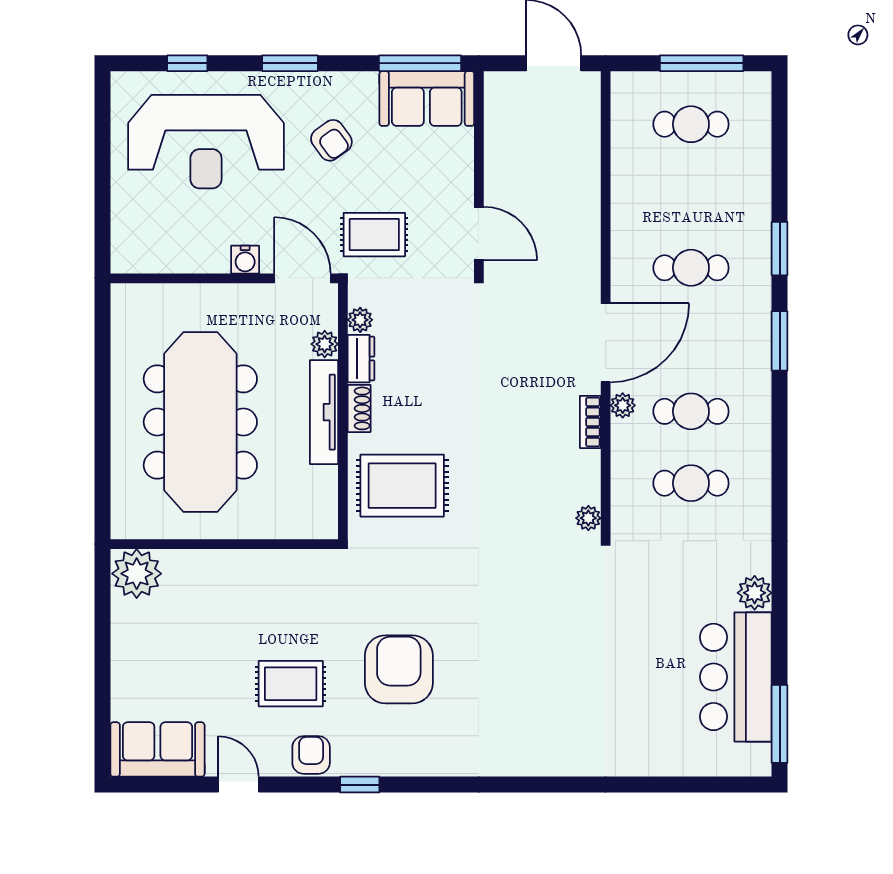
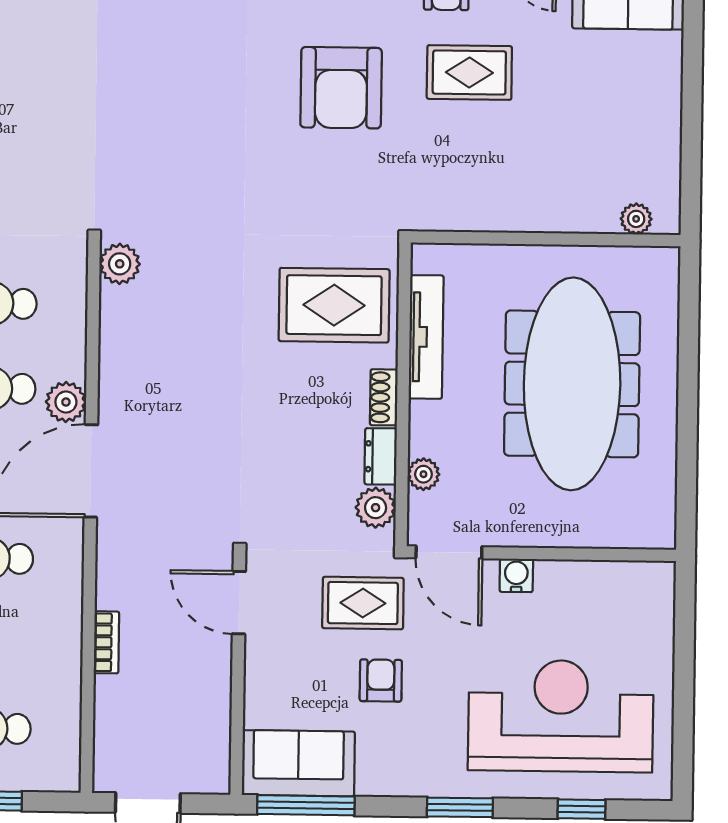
armchair: (331, 140) -> (381, 680), moved, turned 36
plant: (360, 320) -> (376, 508), width x1.38, depth x1.38
plant: (623, 405) -> (66, 402), width x1.38, depth x1.38
tv unit: (324, 412) -> (426, 337), moved
bookcase: (590, 422) -> (106, 642), moved
plant: (588, 518) -> (120, 264), width x1.38, depth x1.38
plant: (137, 574) -> (636, 219), width x0.53, depth x0.53

